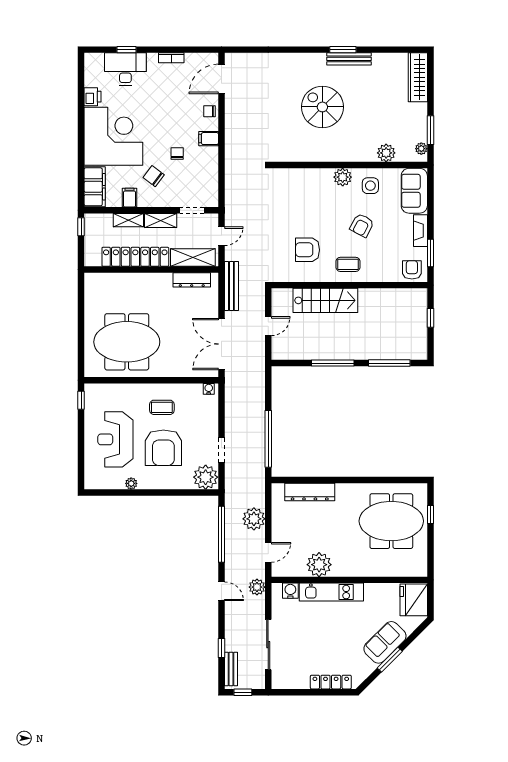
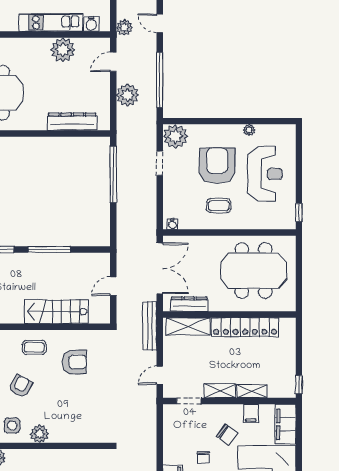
locker: (135, 257) -> (245, 327), moved
shelving: (193, 258) -> (188, 326), moved
wall: (151, 270) -> (229, 314), moved
dresser: (192, 280) -> (189, 304), moved

